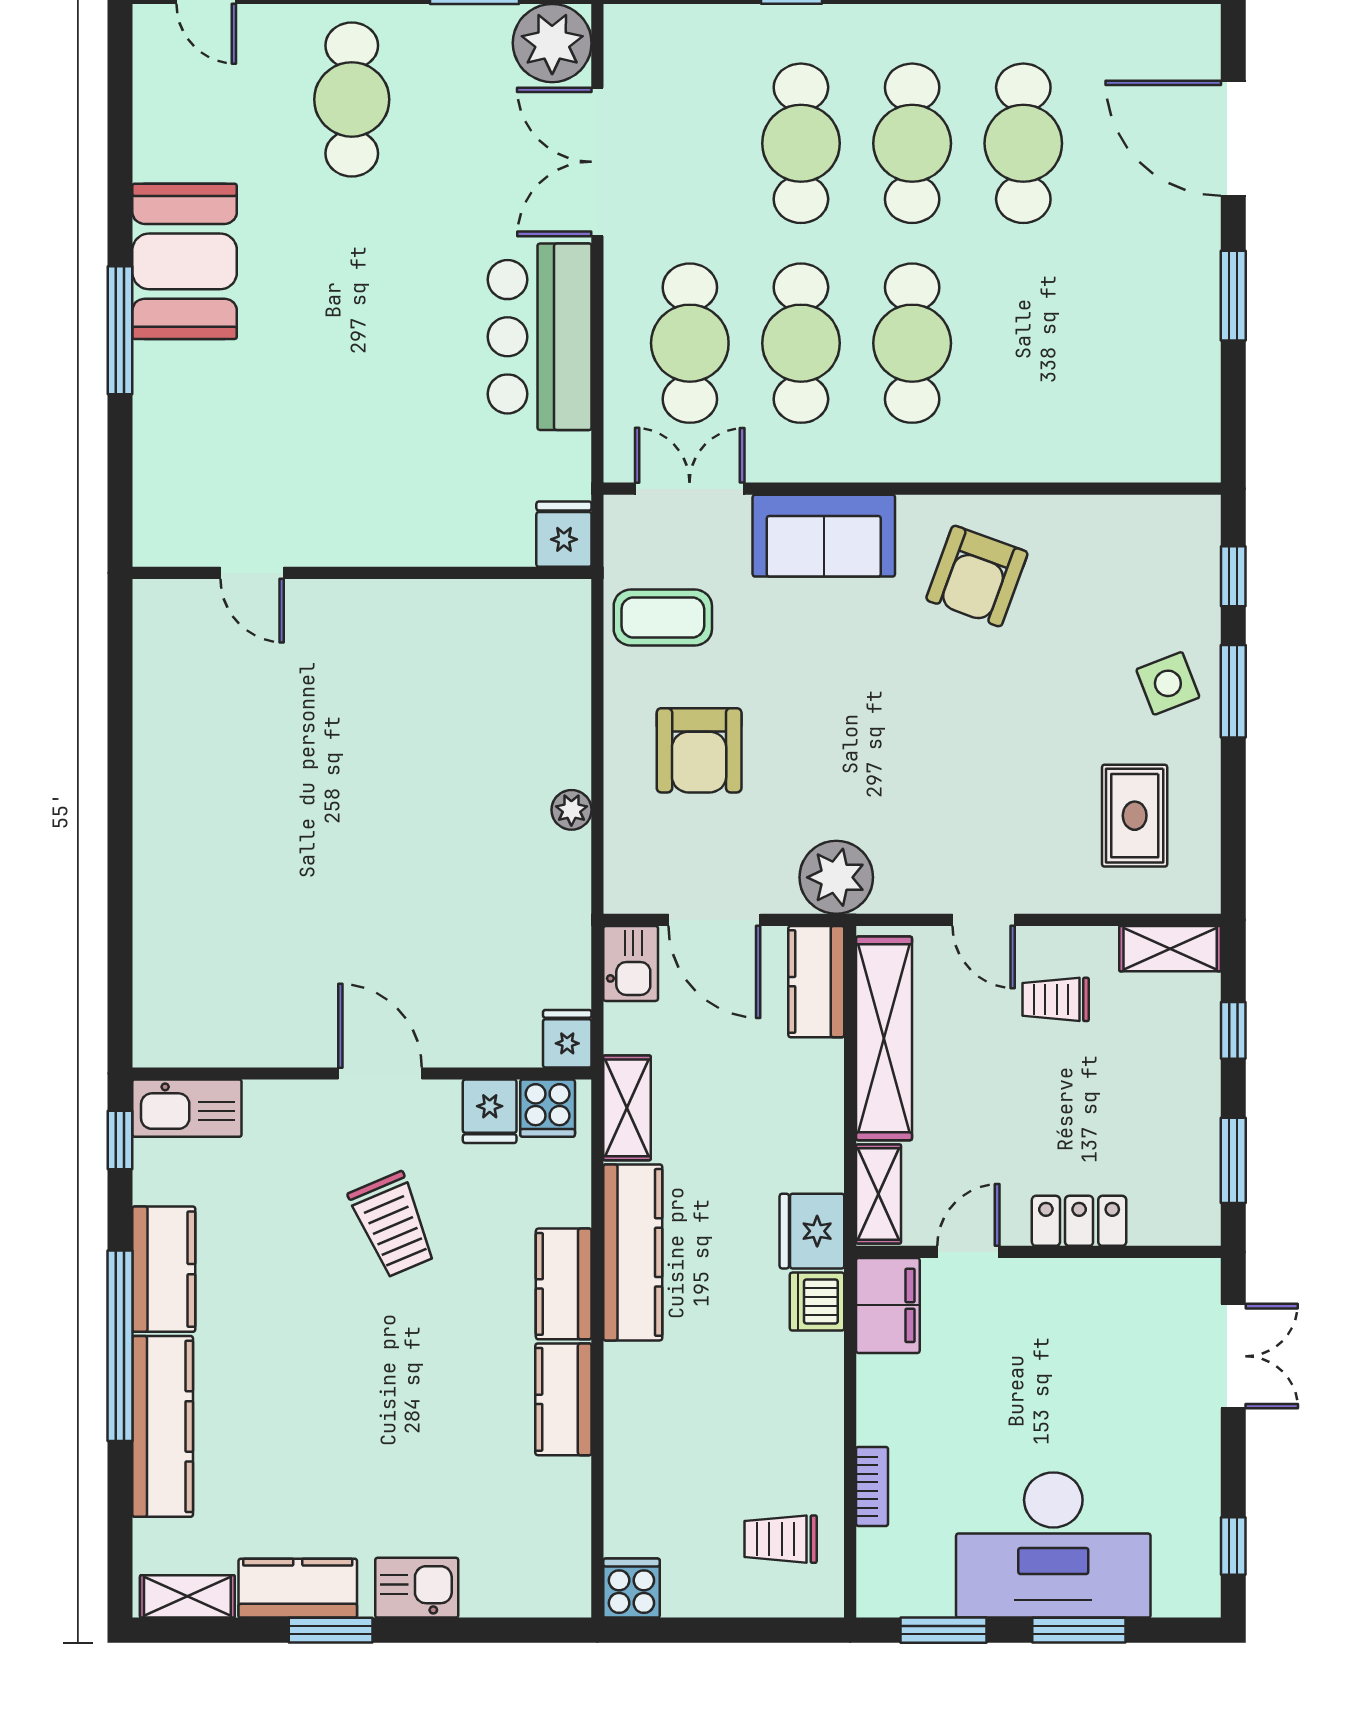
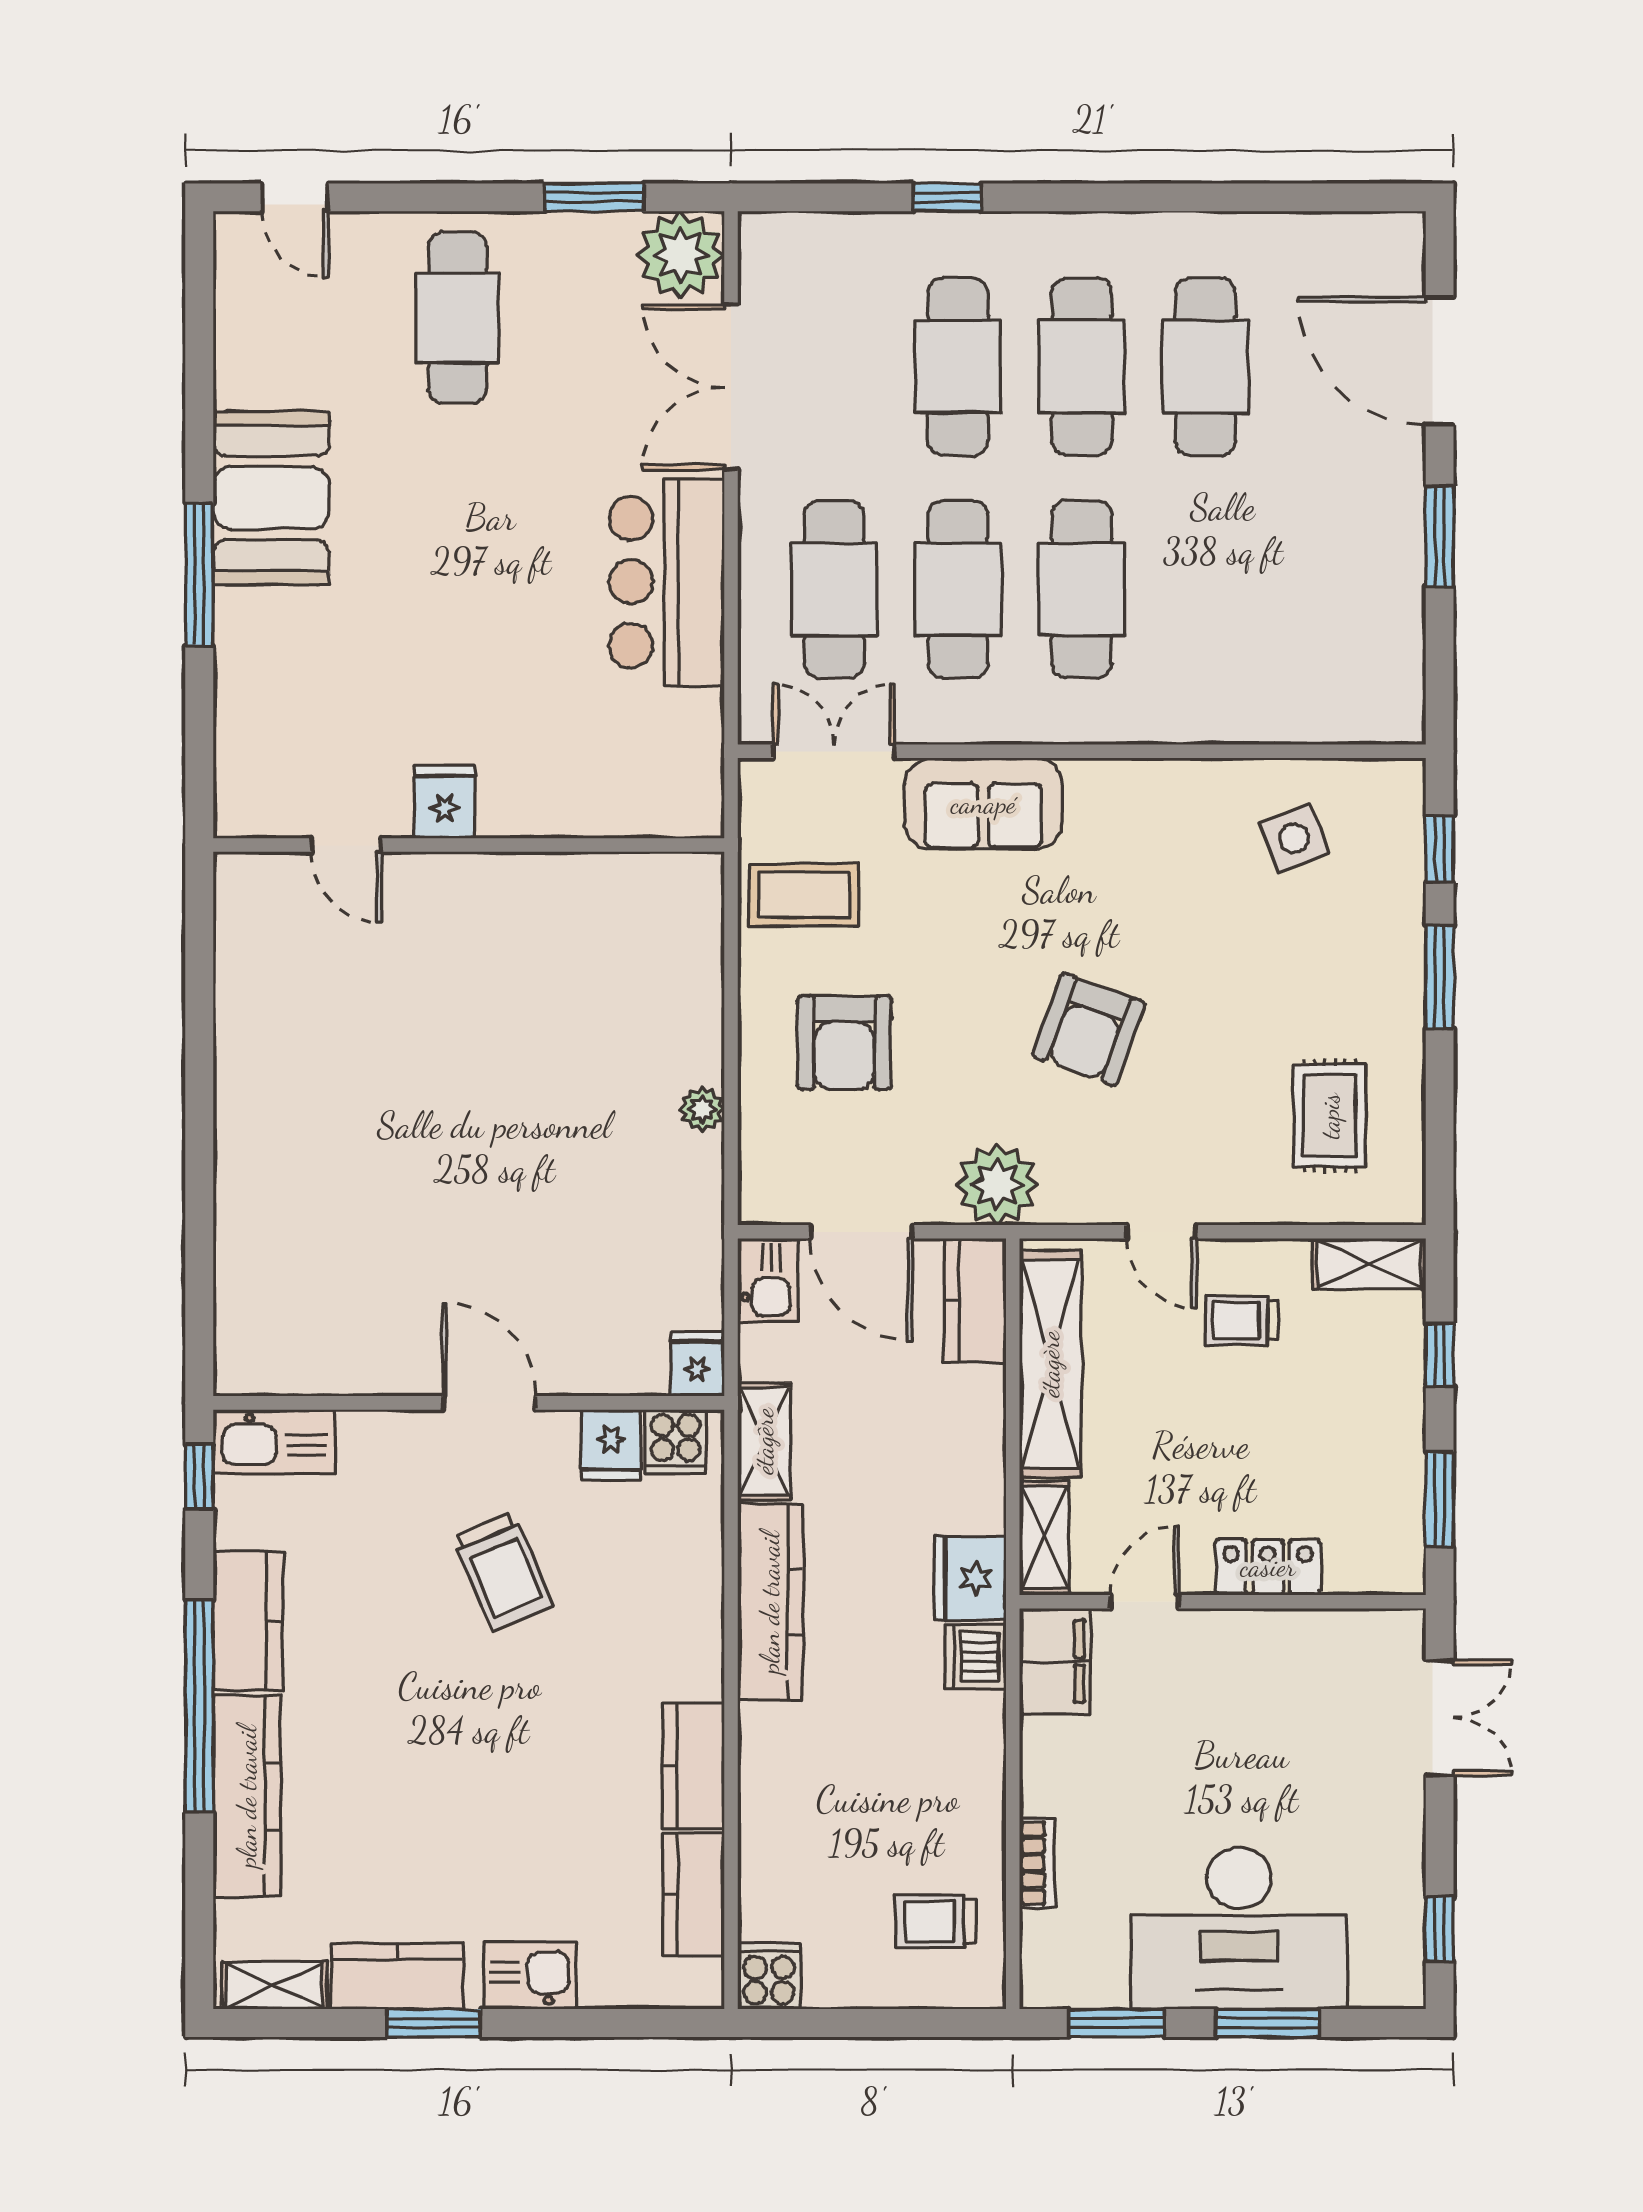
fridge: (564, 534) -> (445, 802), moved
armchair: (977, 576) -> (1089, 1029), moved
side table: (1168, 683) -> (1294, 838), moved
kitchen counter: (564, 1284) -> (694, 1894), moved

